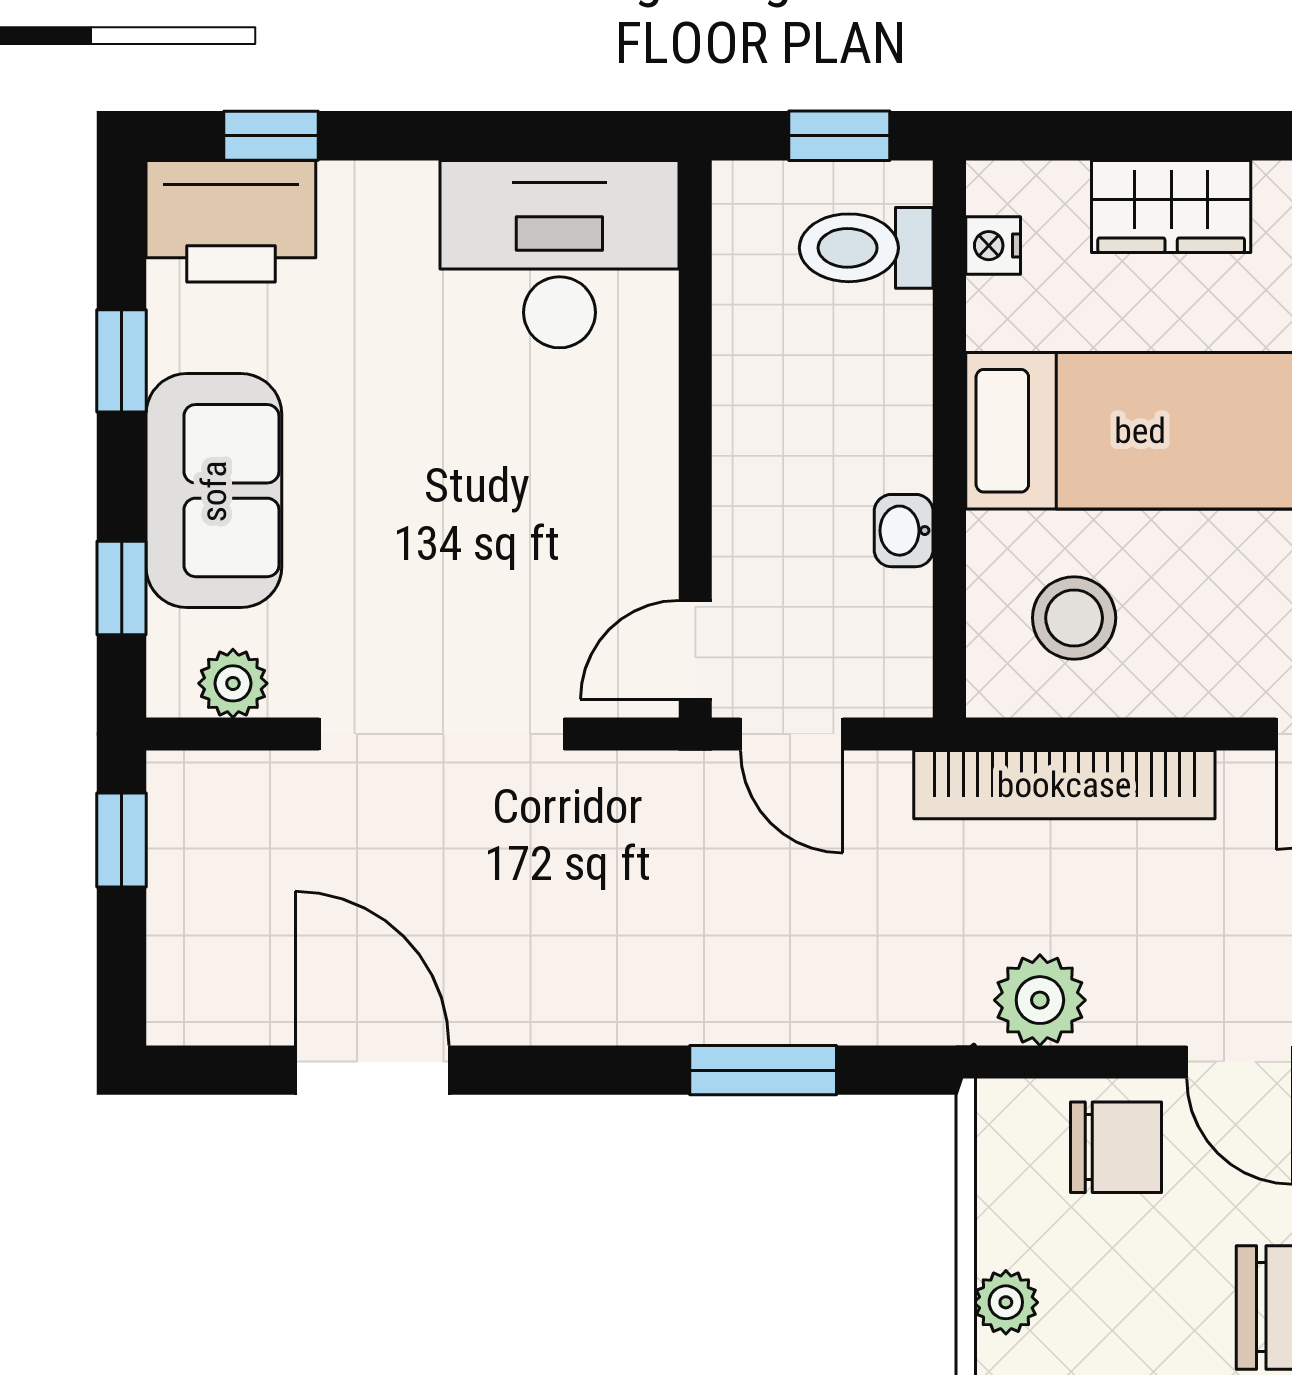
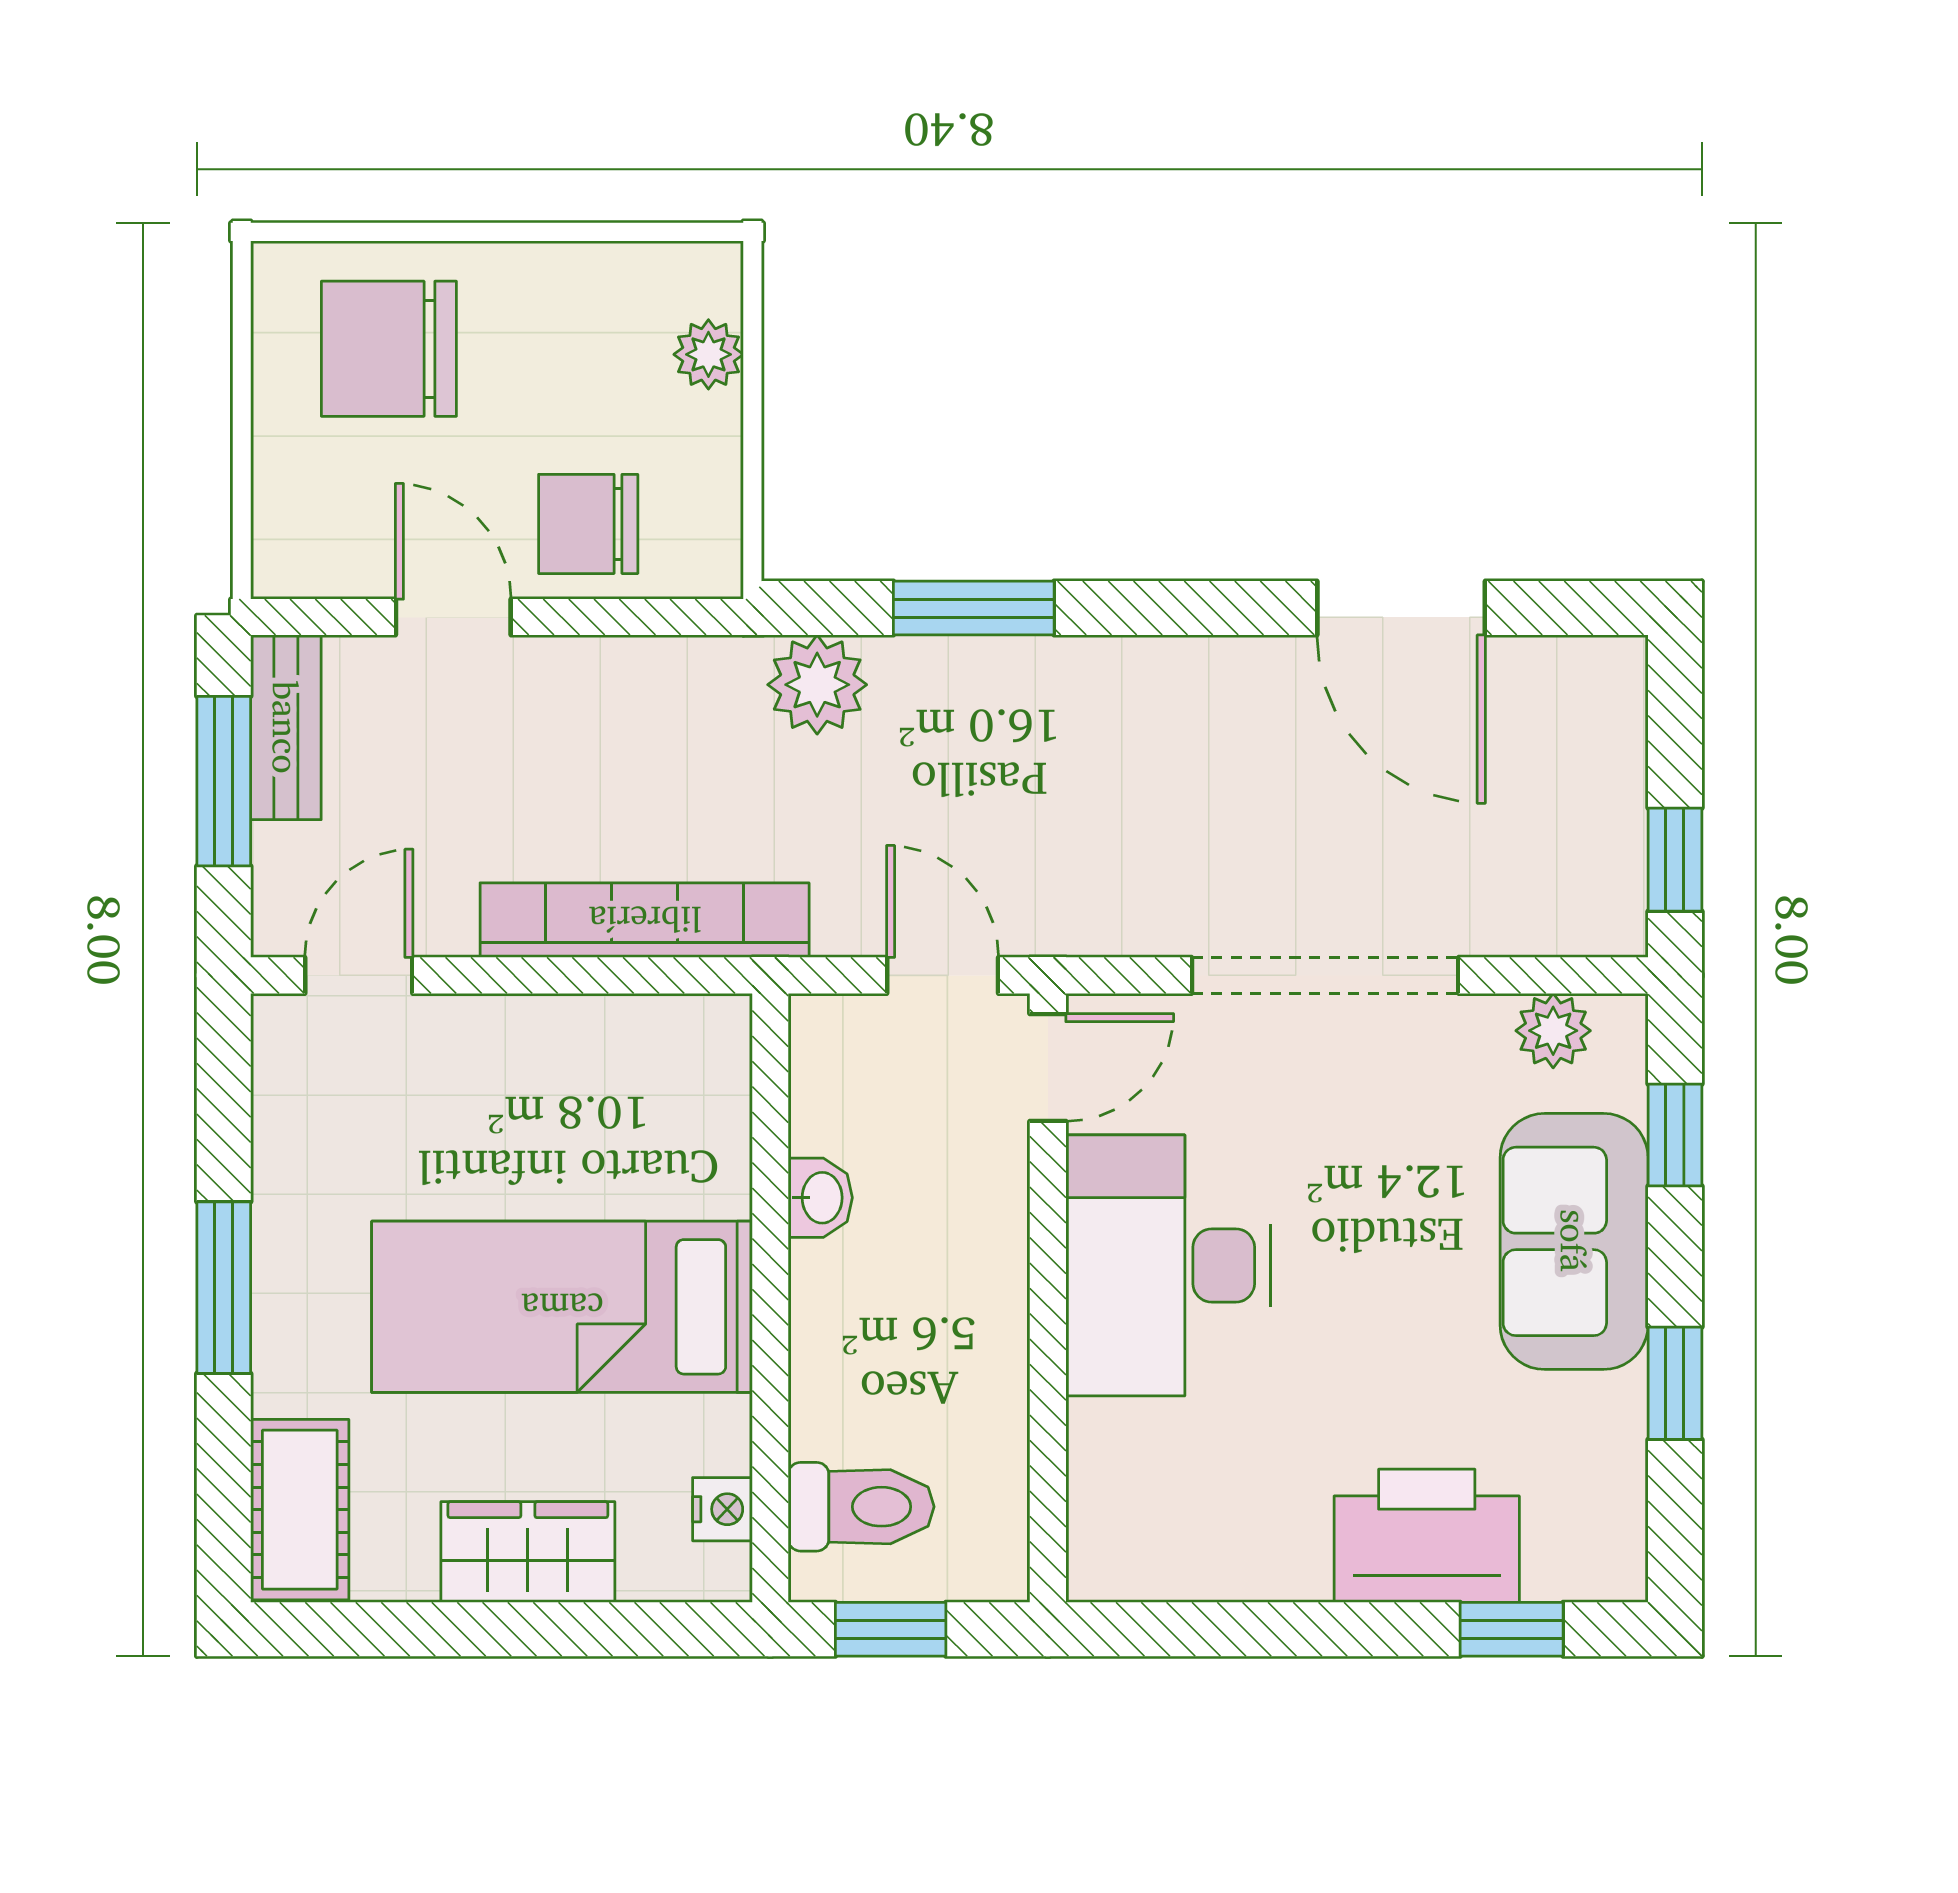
printer: (231, 221) -> (1427, 1536), moved
desk: (559, 254) -> (1168, 1265), moved, turned 90
stool: (1074, 618) -> (634, 1102), removed
plant: (1040, 1000) -> (817, 685), moved

